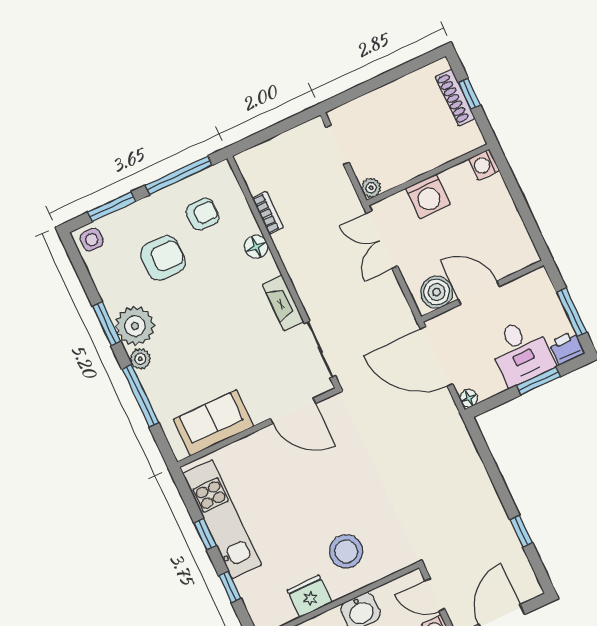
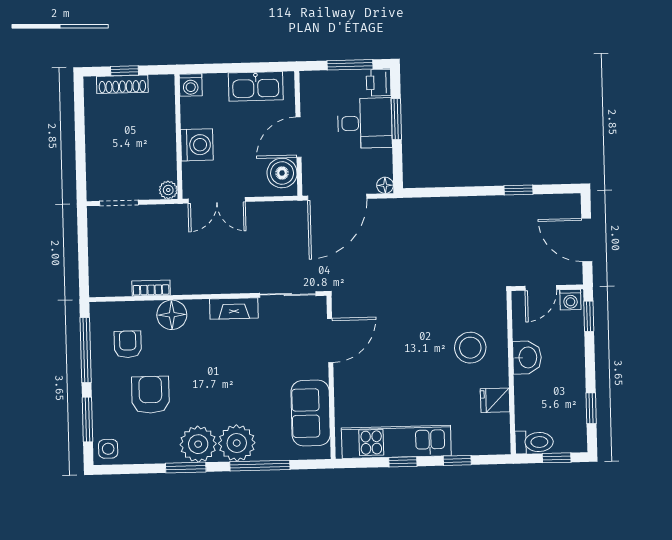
kitchen sink: (510, 229) -> (256, 86), added
floor lamp: (256, 247) -> (172, 315), width x1.38, depth x1.38
plant: (140, 359) -> (237, 443), width x1.88, depth x1.88
fridge: (309, 596) -> (495, 400), width x0.72

